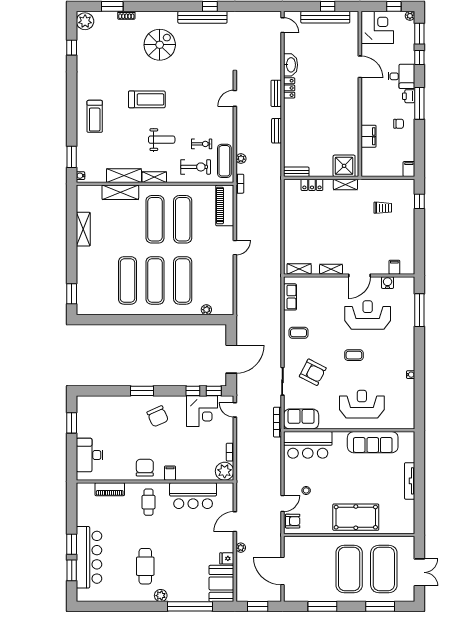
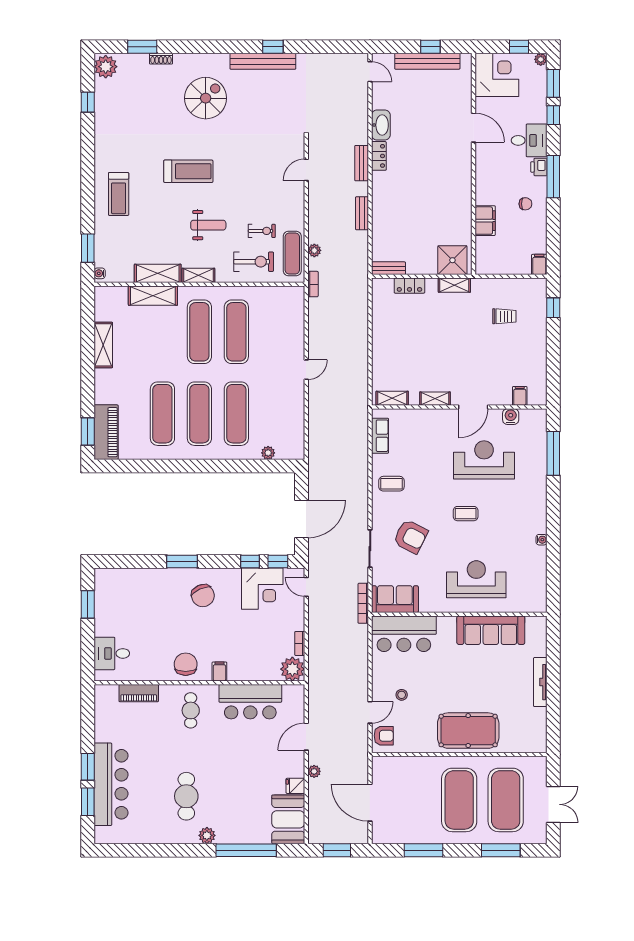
piano: (225, 205) -> (106, 432), moved, turned 180
desk: (90, 455) -> (112, 653), width x0.73

